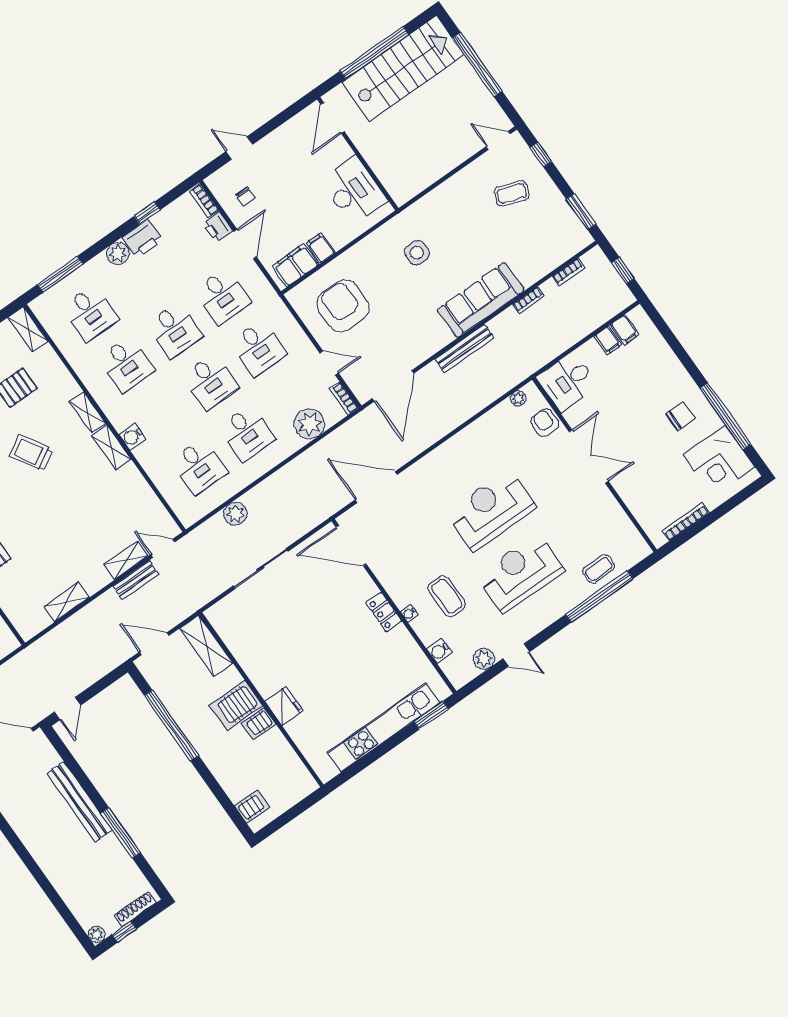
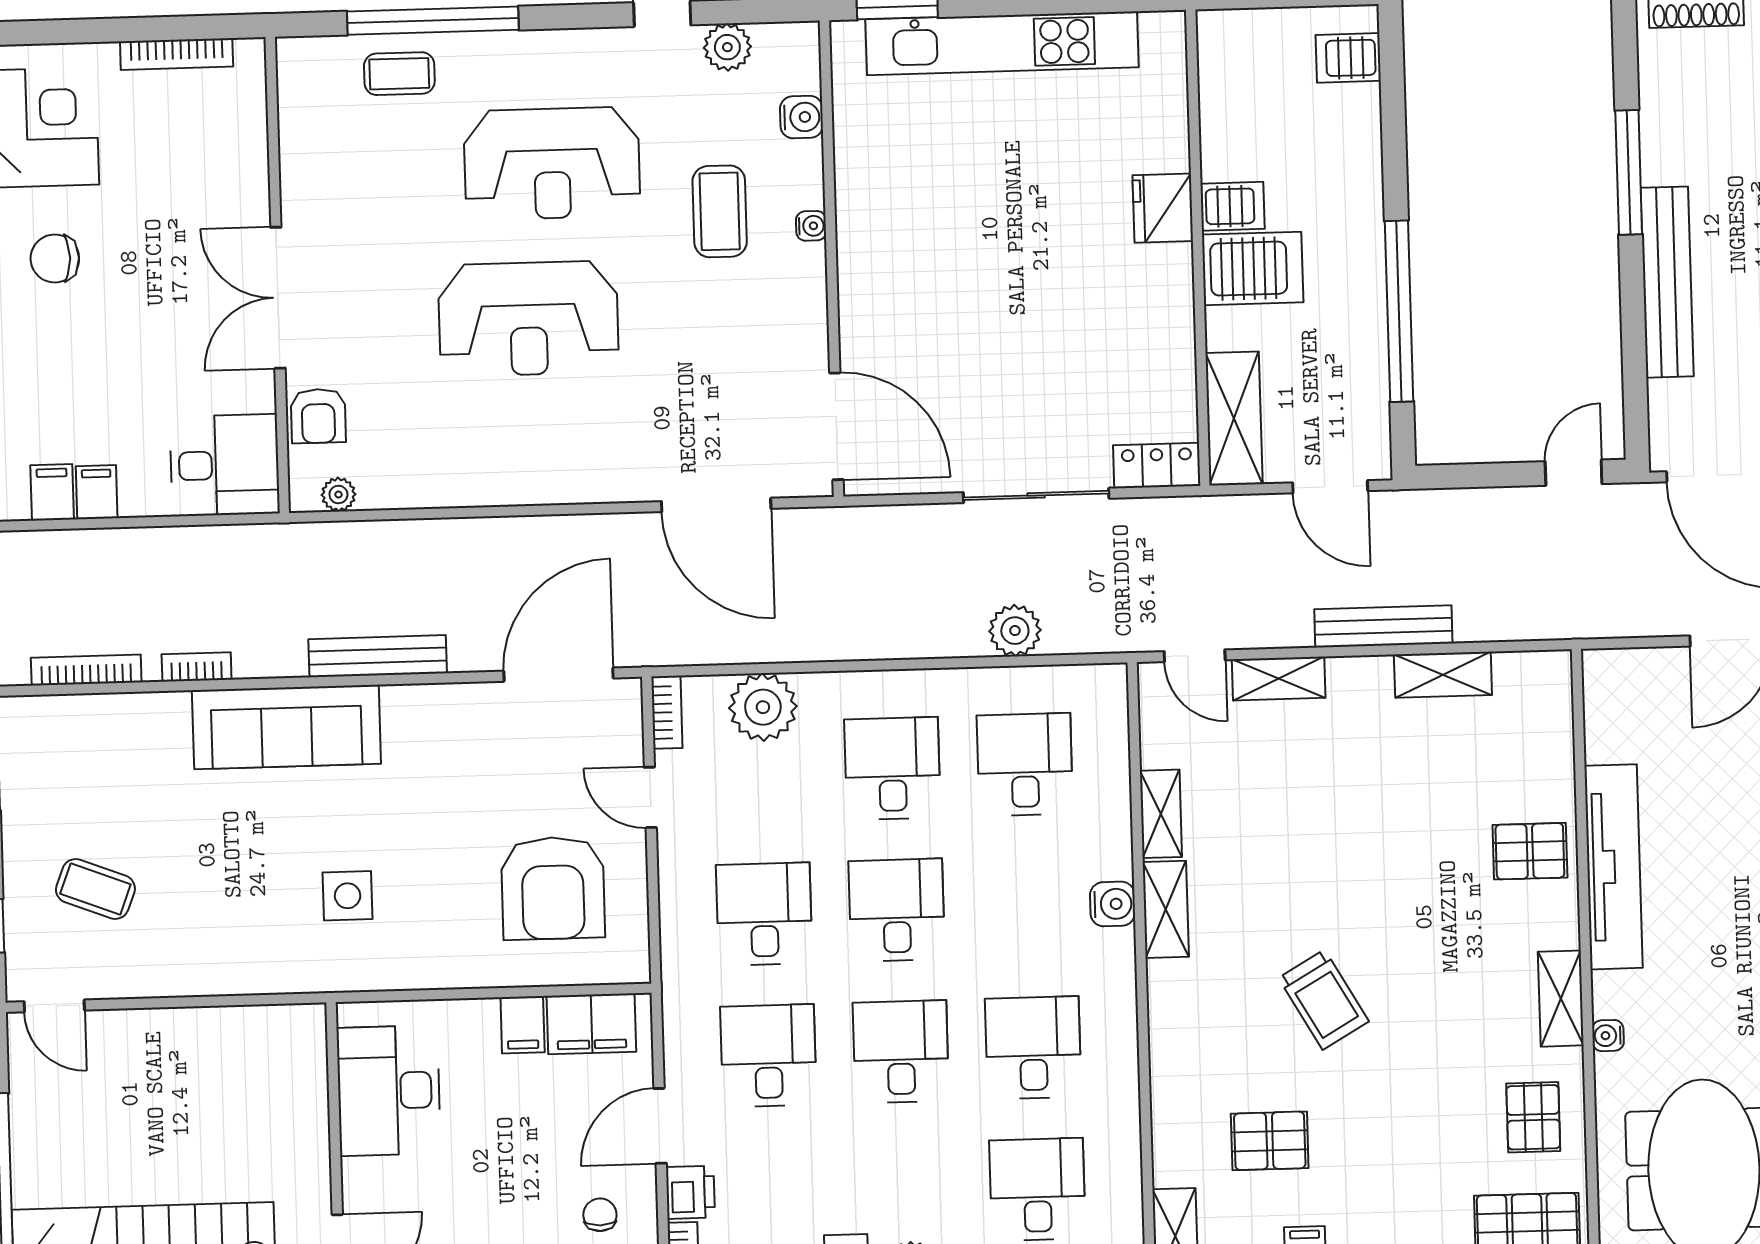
bookcase: (568, 272) -> (86, 670), width x1.56
shelving: (88, 413) -> (1161, 814), moved
bench: (136, 580) -> (1383, 626), moved, width x1.36
locker: (384, 612) -> (1157, 466), moved, turned -90

